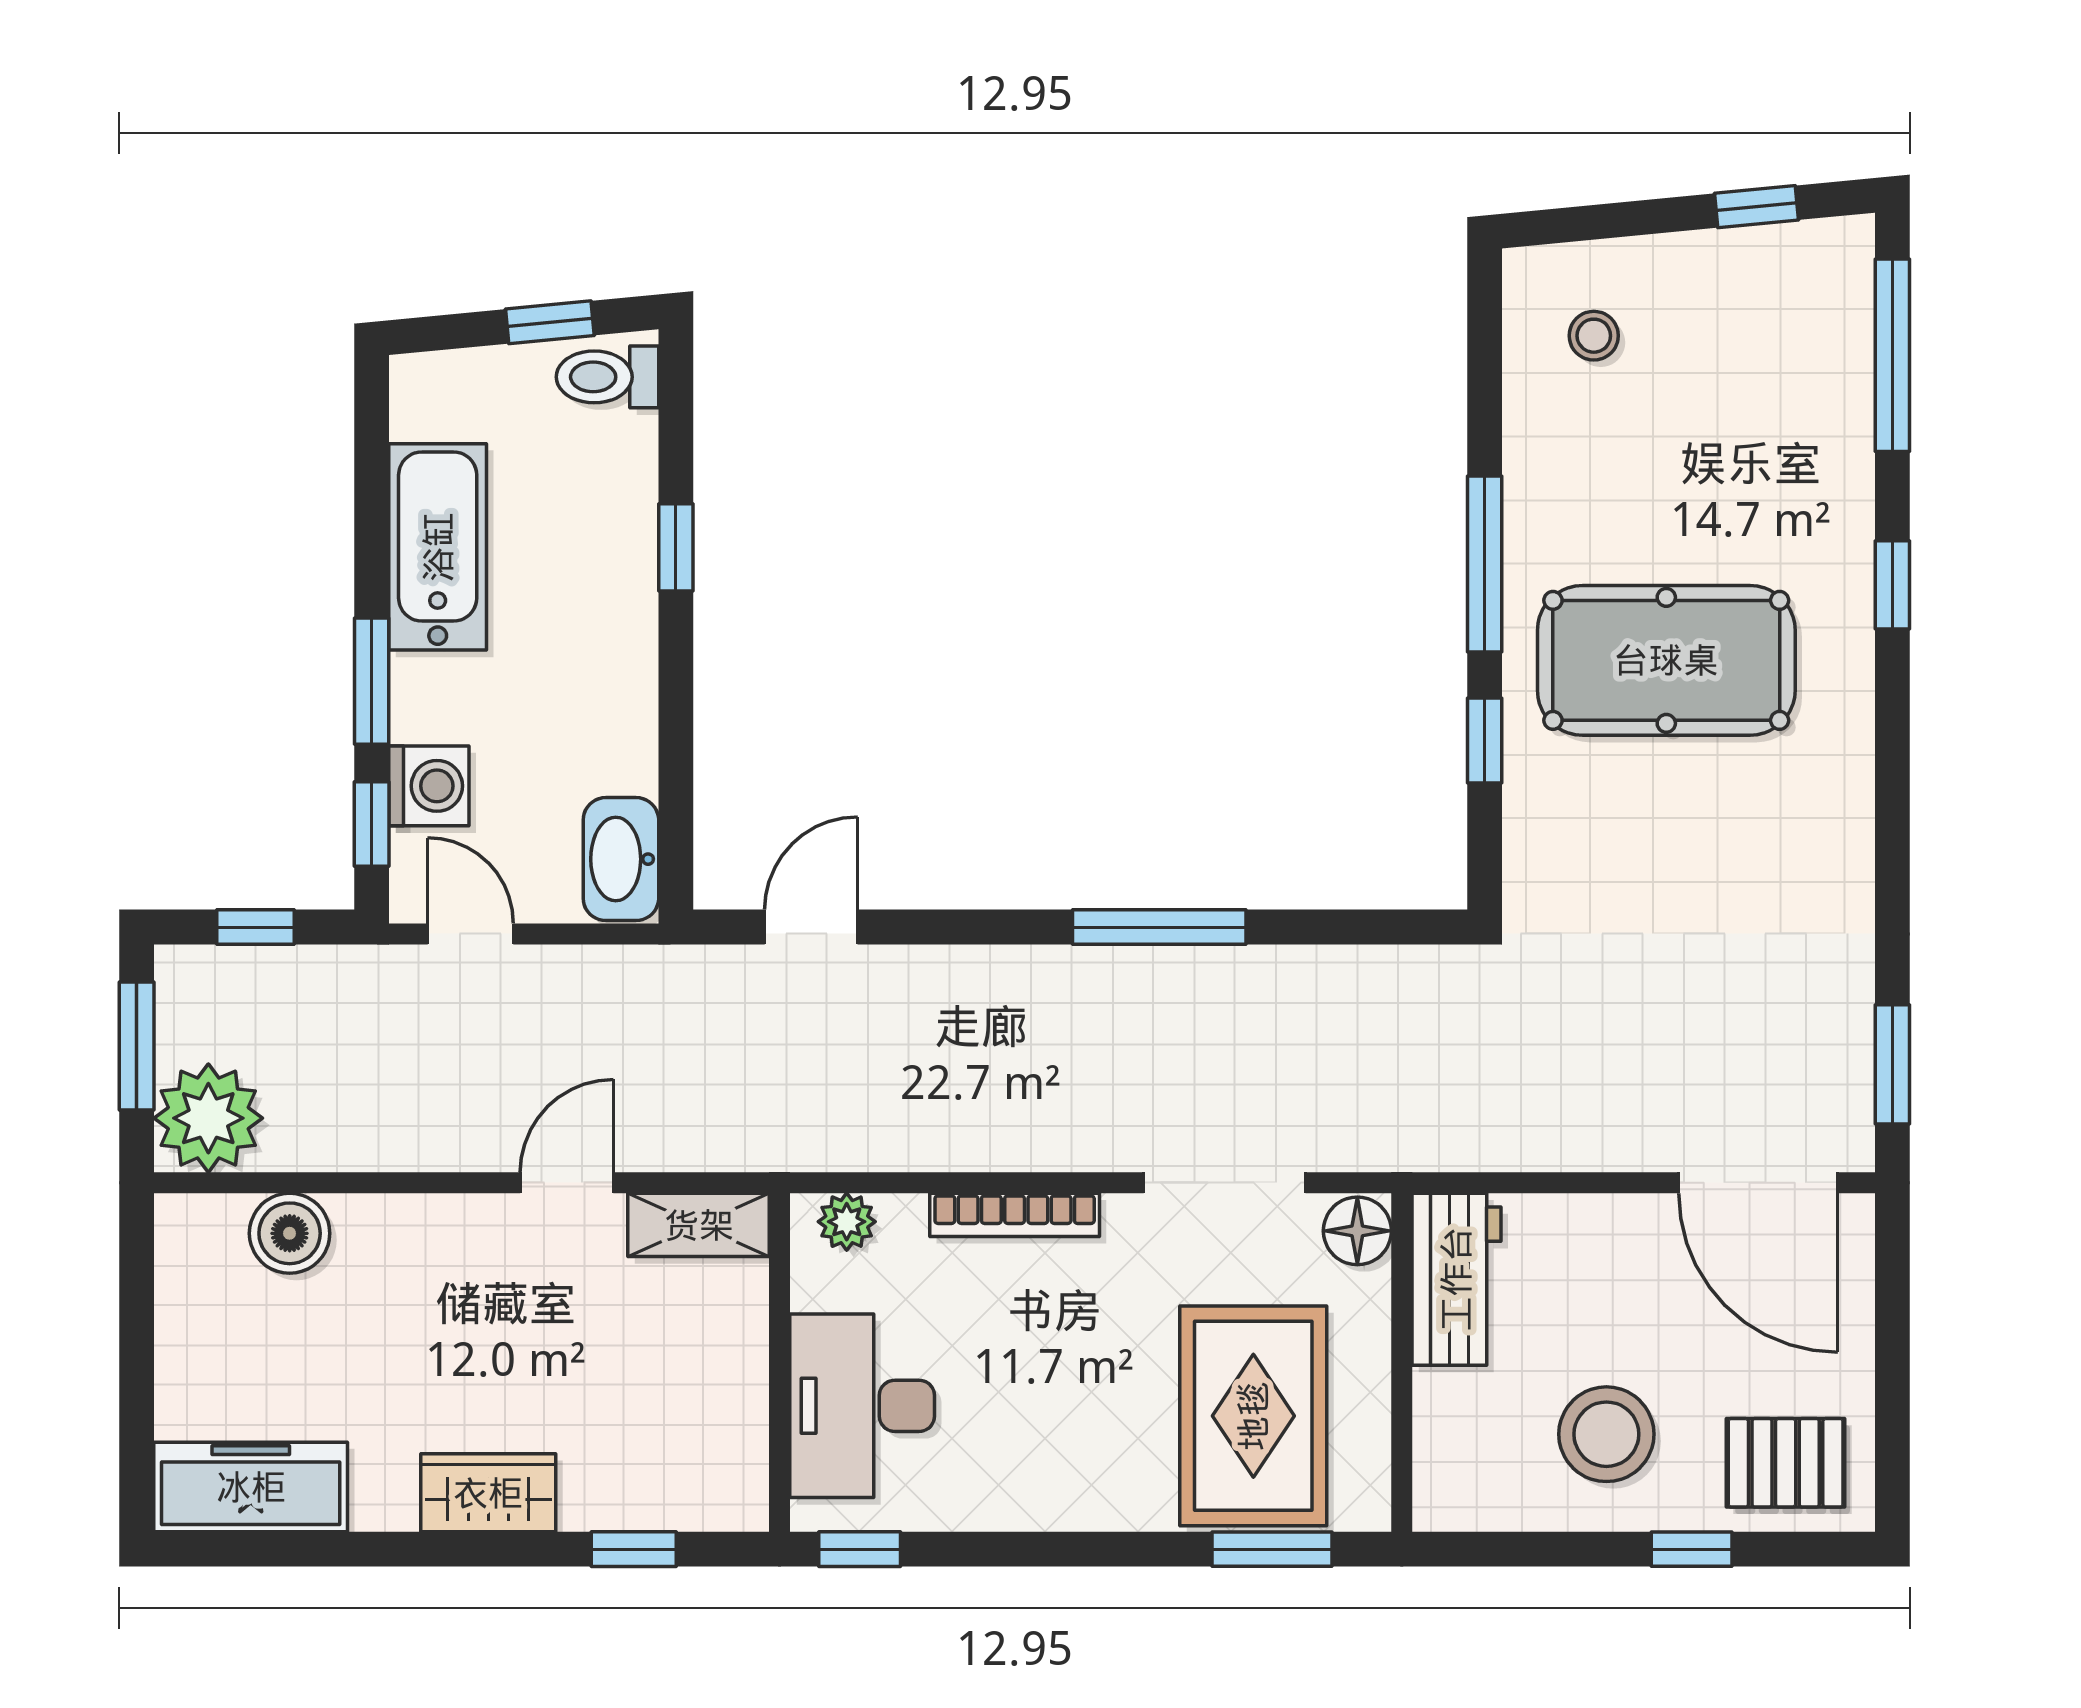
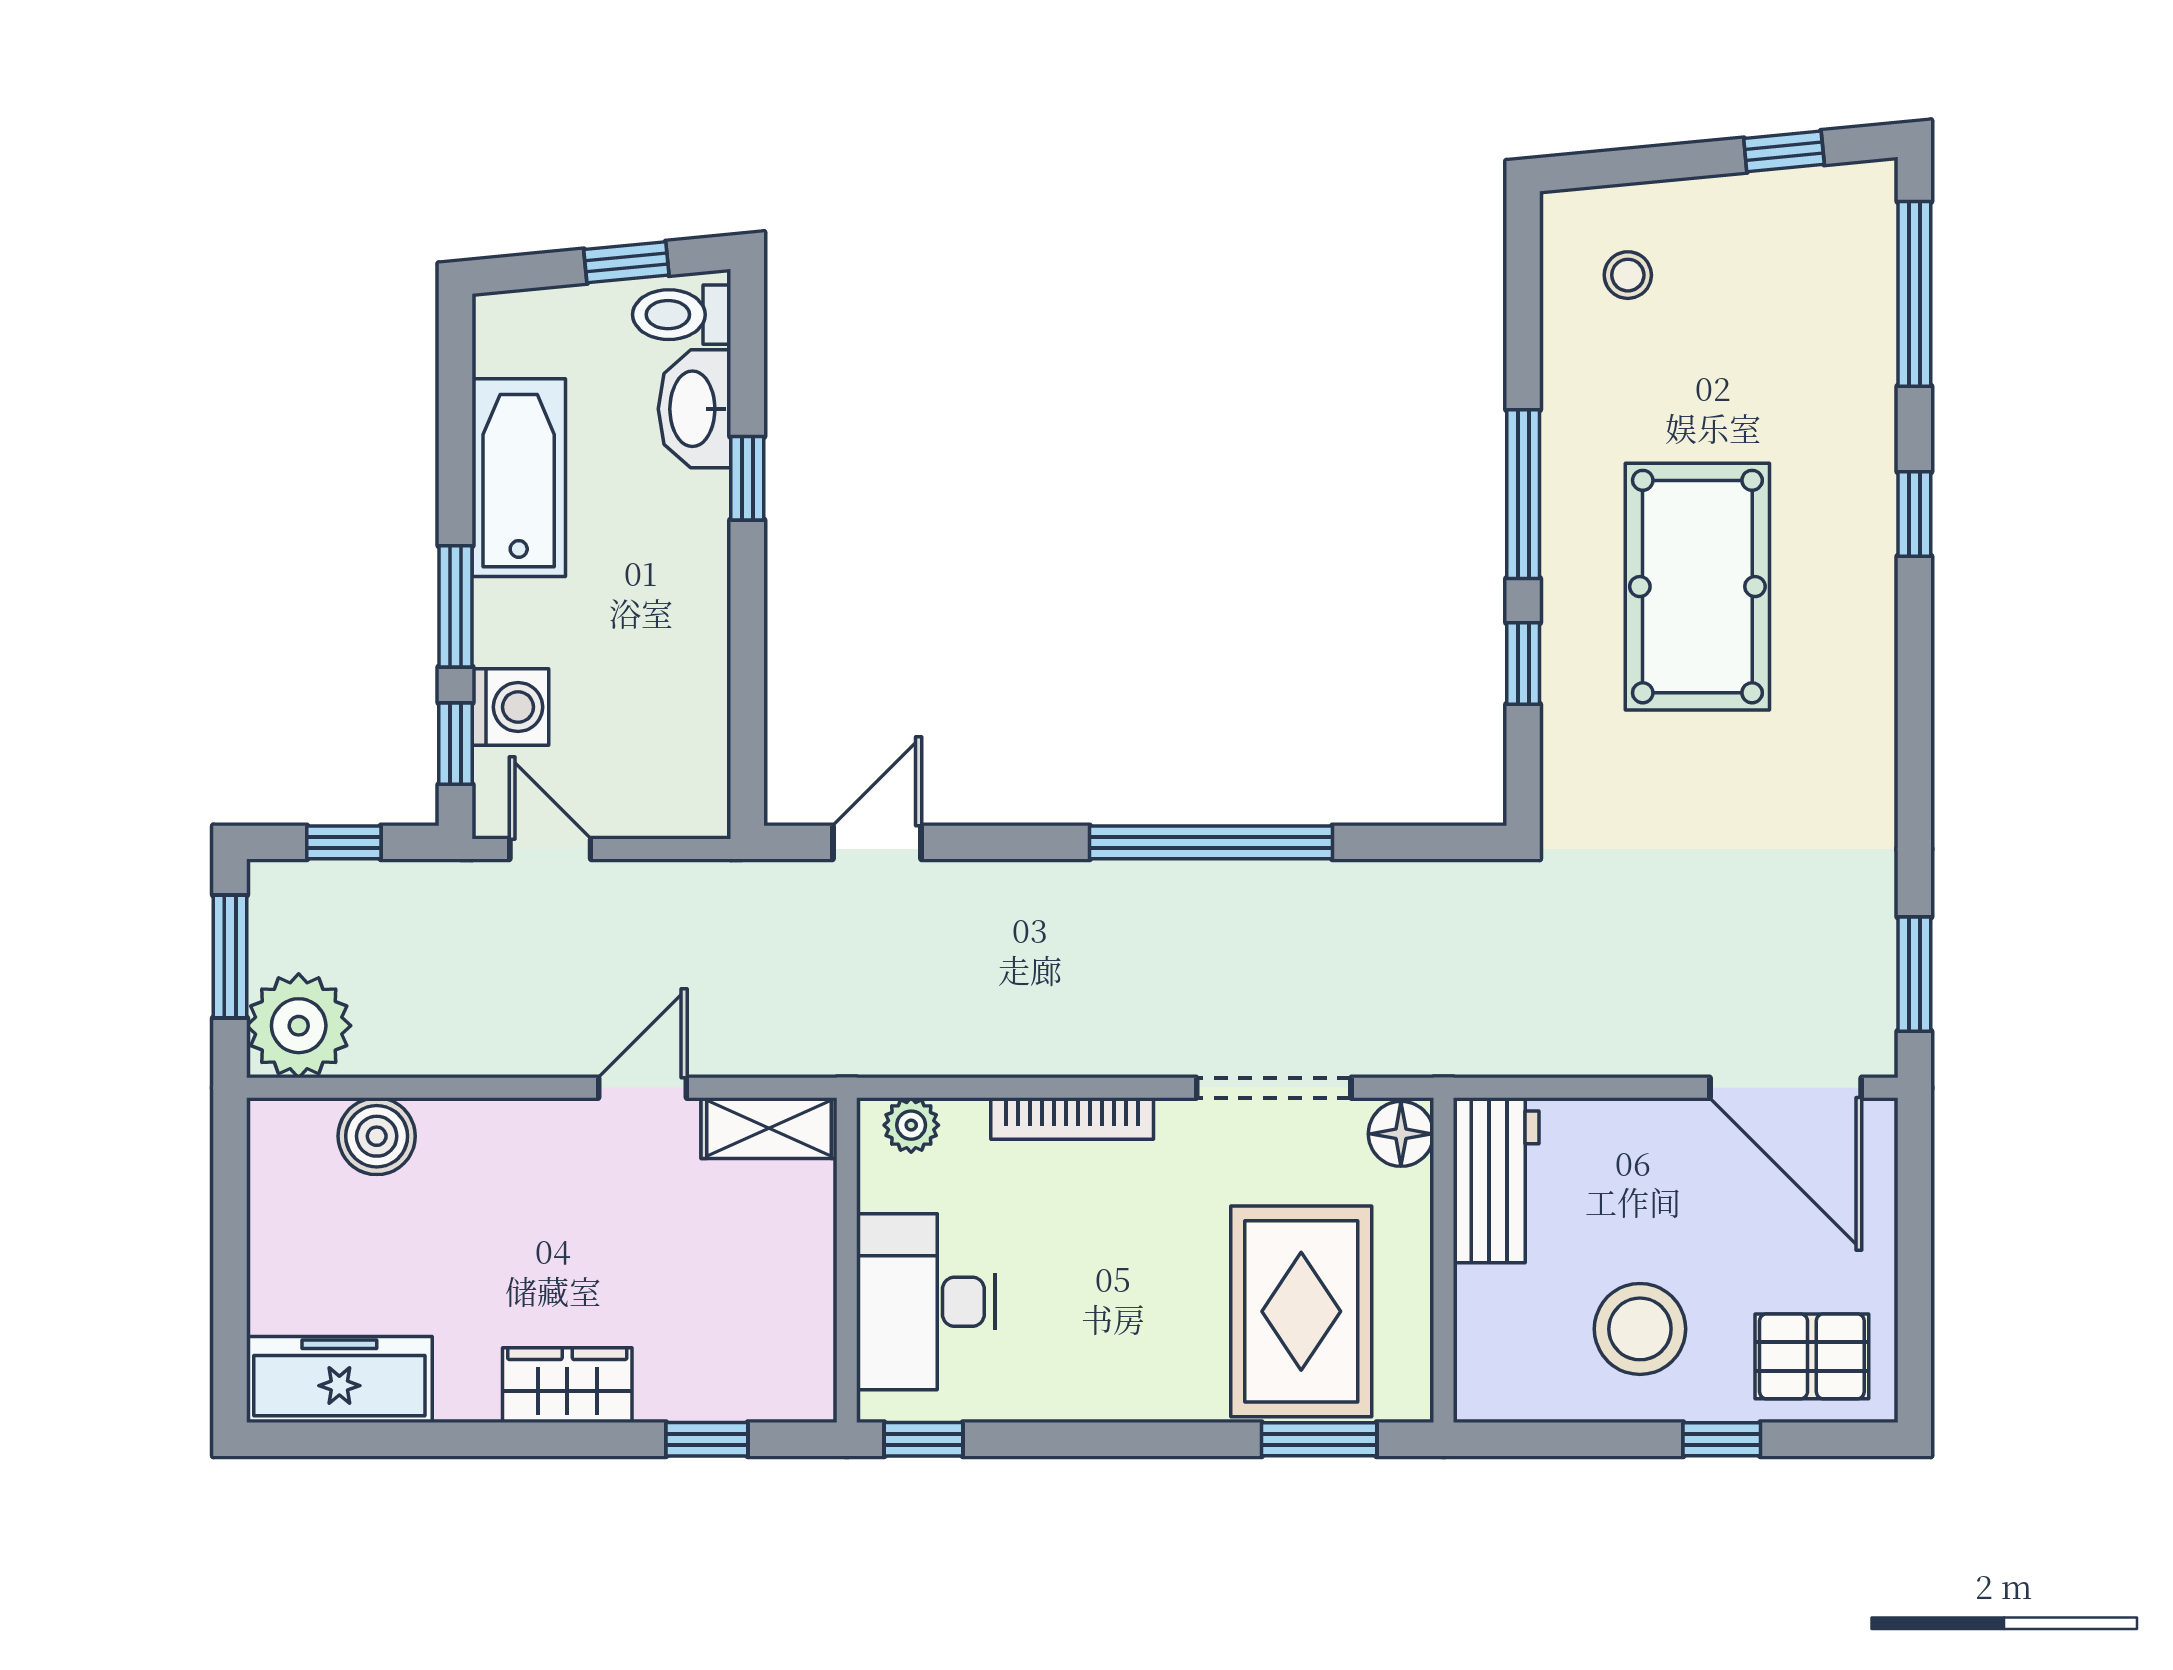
pool table: (1666, 660) -> (1697, 587), turned 90
washbasin: (621, 859) -> (695, 409), moved
window: (1159, 927) -> (1211, 842), width x1.46

